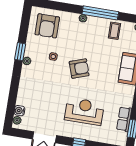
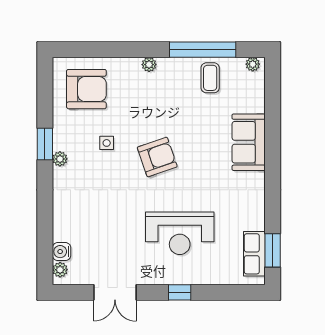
window: (100, 13) -> (203, 50), moved
armchair: (47, 26) -> (86, 89), turned -90
reception desk: (84, 111) -> (180, 233), turned 180
row of seats: (124, 119) -> (254, 254), moved

